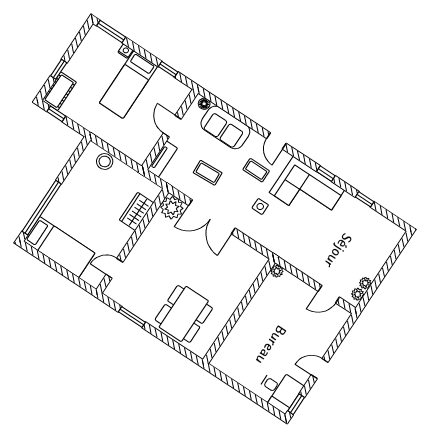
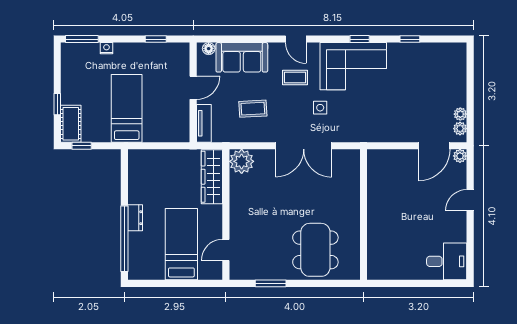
bed: (128, 85) -> (127, 108), moved, turned 180
door: (172, 126) -> (193, 88), swing flipped
stool: (105, 161) -> (154, 160), removed
dresser: (61, 197) -> (135, 218), added
wardrobe: (137, 211) -> (212, 177), width x1.50
double door: (212, 217) -> (304, 146), moved
bed: (59, 247) -> (181, 244), moved, turned -90
plant: (277, 271) -> (460, 156), moved
door: (329, 294) -> (434, 146), width x1.38
door: (320, 369) -> (470, 200), moved
window: (296, 404) -> (470, 264), removed

